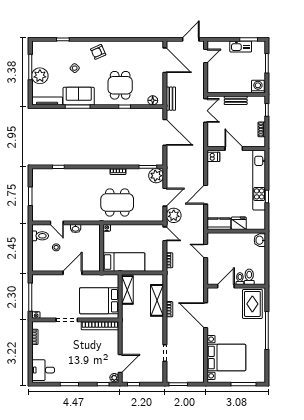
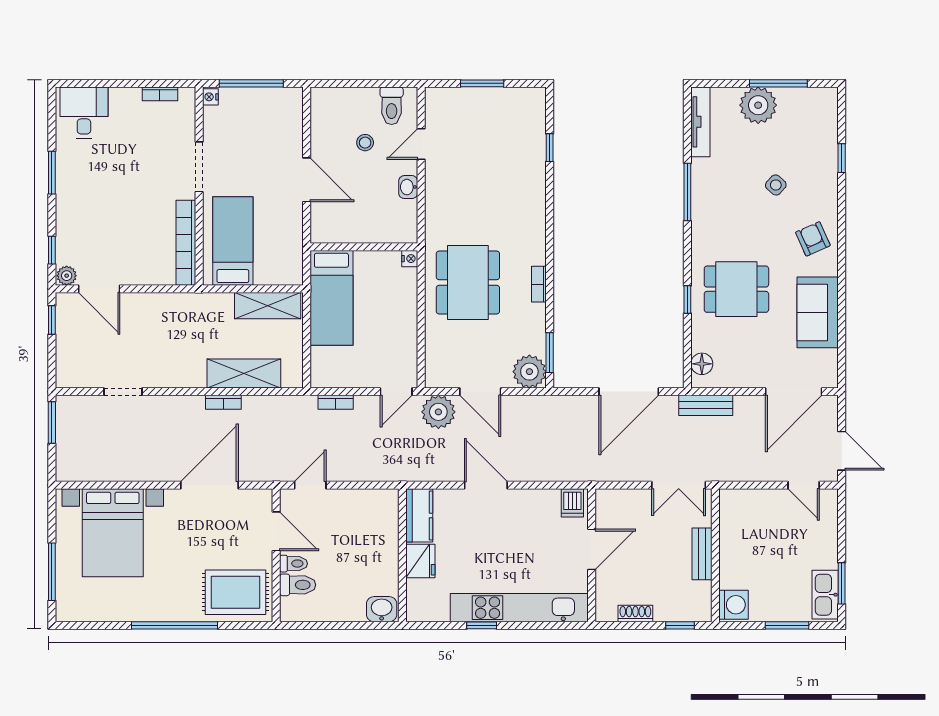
kitchen sink: (241, 47) -> (825, 595), moved
sofa: (79, 96) -> (818, 312), moved, turned 180
door: (206, 251) -> (310, 485), moved
bed: (99, 301) -> (233, 241), width x0.67

